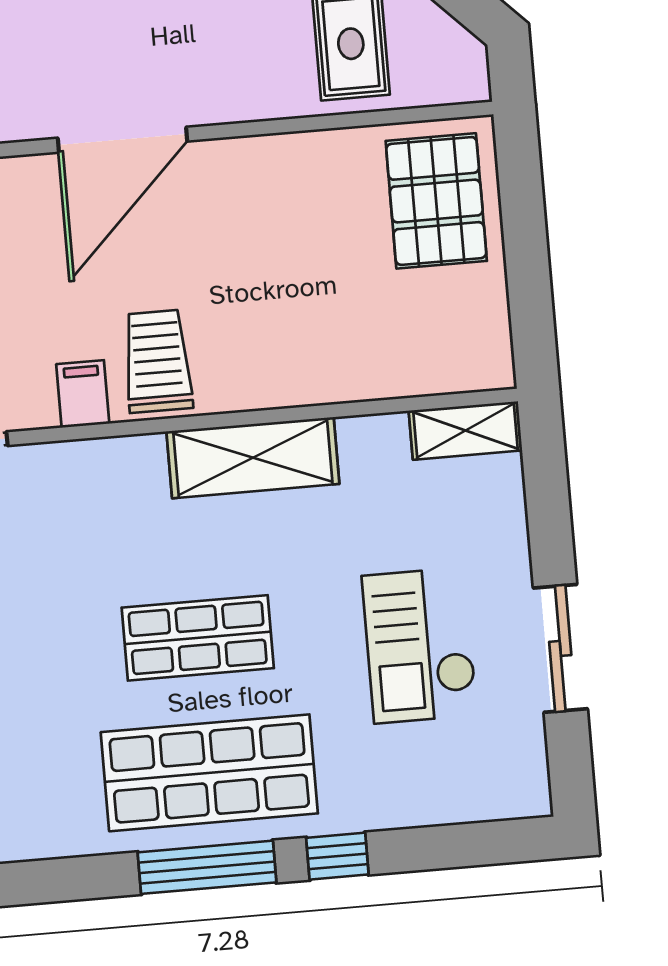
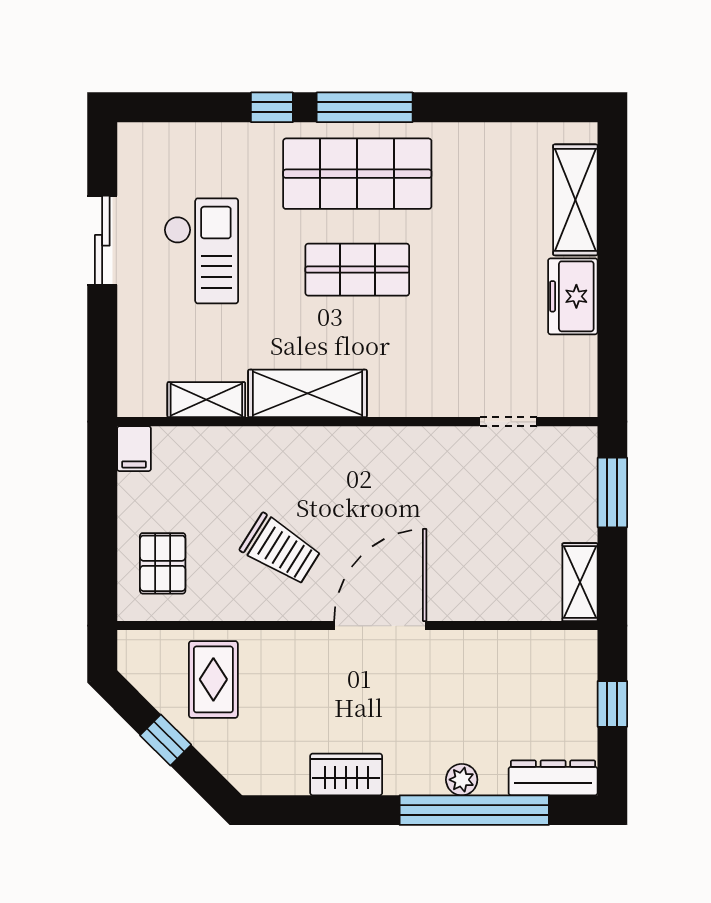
pallet: (436, 201) -> (163, 563), width x0.67, depth x0.71
trolley: (157, 361) -> (280, 549), moved, turned -58
filing cabinet: (83, 394) -> (134, 449), moved
shelving: (465, 430) -> (206, 400), moved

